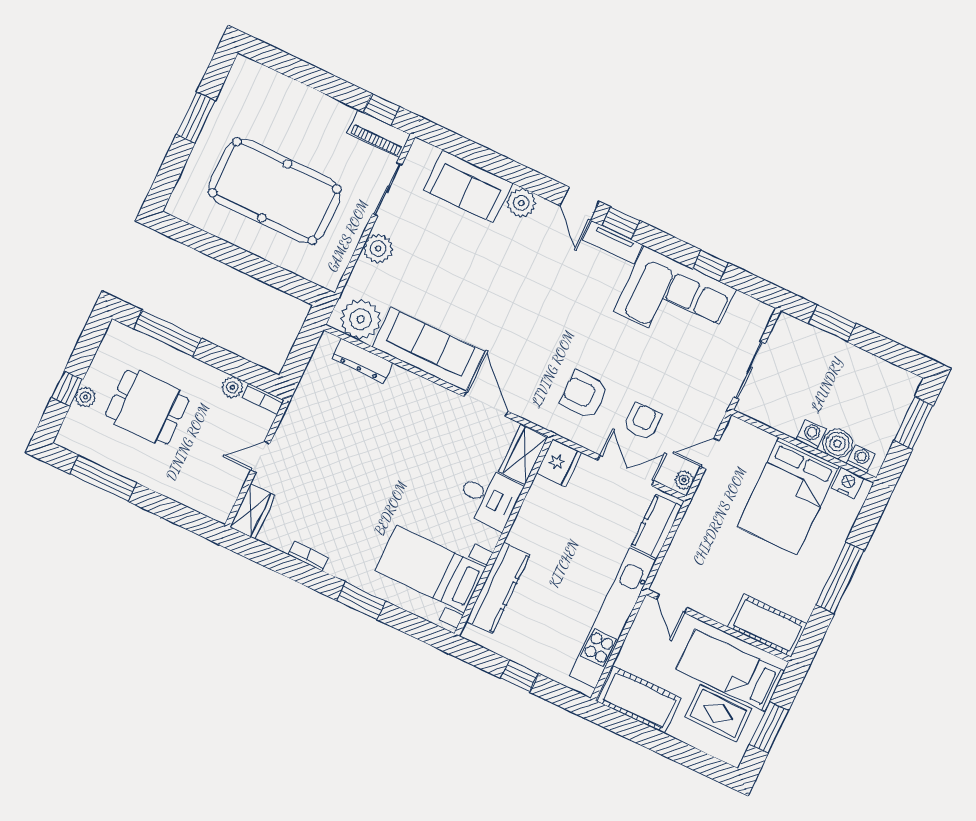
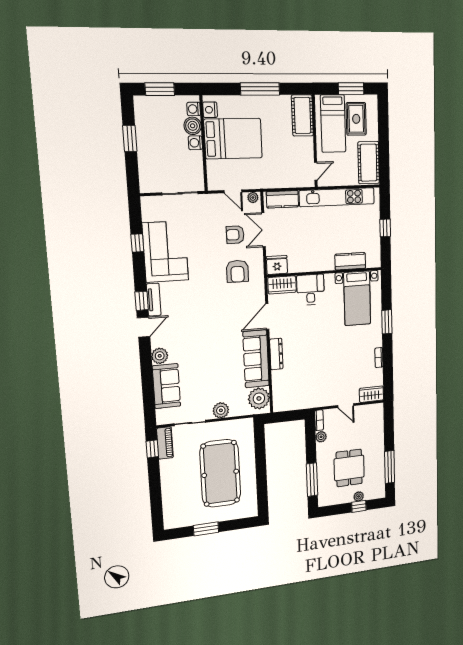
window: (832, 324) -> (130, 138), moved
dresser: (362, 360) -> (276, 354), moved
kitchen counter: (498, 588) -> (350, 261), width x0.67

